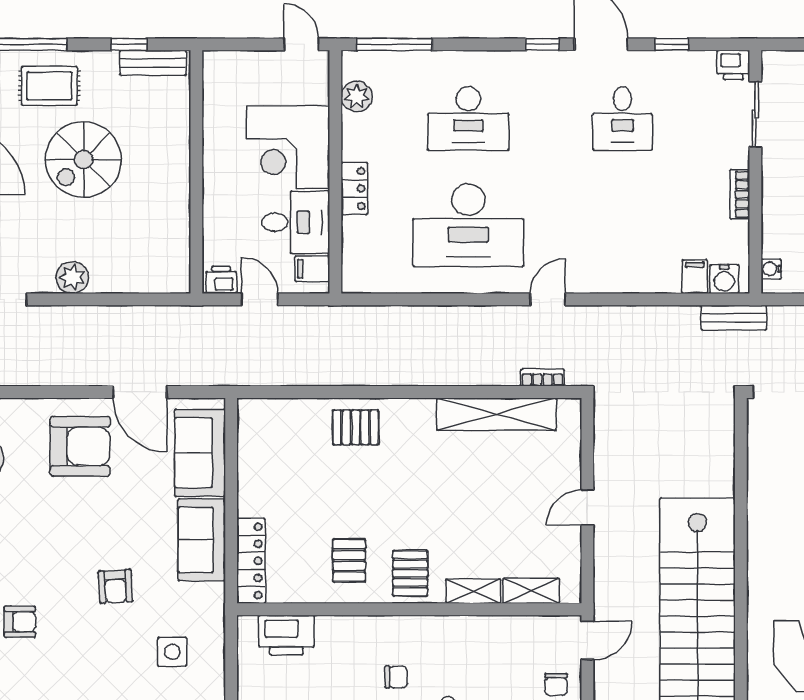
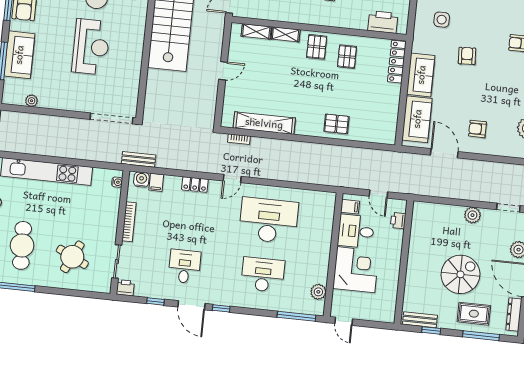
locker: (354, 189) -> (195, 184), moved, turned -90
bookcase: (740, 194) -> (129, 222), width x1.56
printer: (221, 280) -> (398, 221), moved, turned 90
armchair: (80, 446) -> (477, 129), width x0.53, depth x0.53

